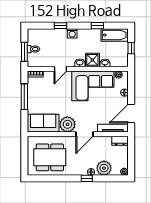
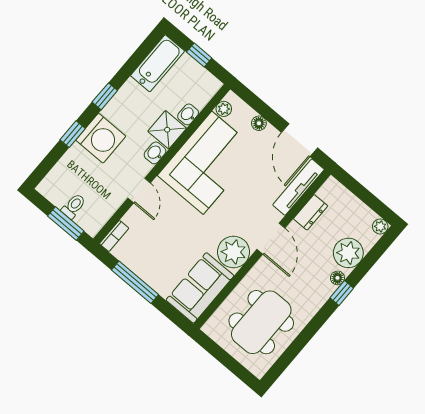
window: (97, 26) -> (105, 96), moved
washing machine: (72, 33) -> (101, 138), width x1.89, depth x1.89
dresser: (120, 141) -> (311, 212), moved

